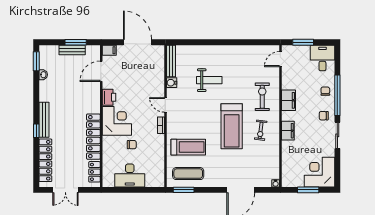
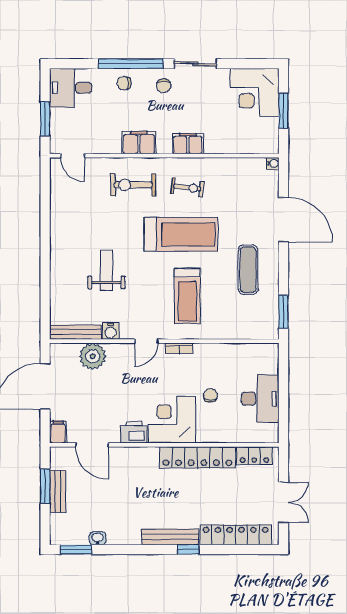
plant: (156, 72) -> (93, 356), added
treadmill: (188, 147) -> (187, 296), moved, turned 180
exercise mat: (188, 174) -> (248, 270), moved

